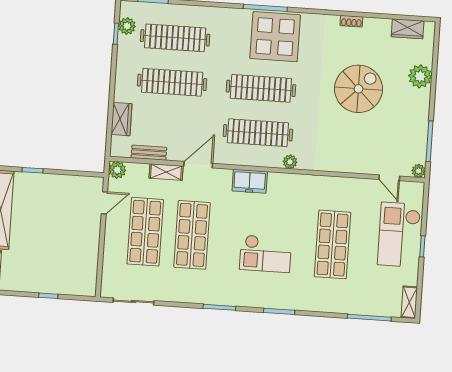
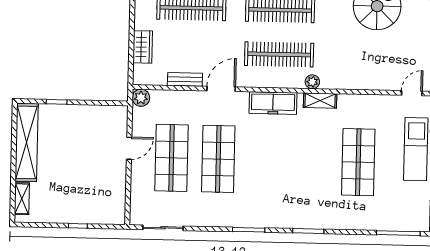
bench: (149, 153) -> (185, 79), moved
shelving: (166, 172) -> (320, 100), moved
door: (389, 178) -> (412, 93), swing flipped
freezer: (250, 181) -> (273, 103), width x1.40
door: (104, 203) -> (129, 148), moved
checkout: (266, 254) -> (292, 174), removed

